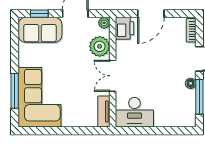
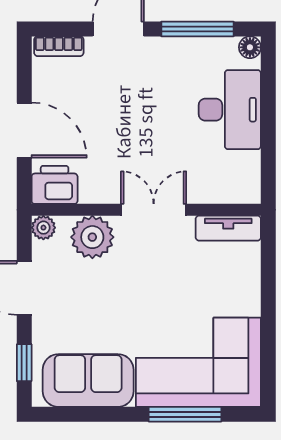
sofa: (40, 30) -> (88, 380), moved, turned -90
double door: (113, 76) -> (154, 210), swing flipped
floor lamp: (191, 83) -> (250, 47), moved
desk: (134, 112) -> (230, 110), moved

